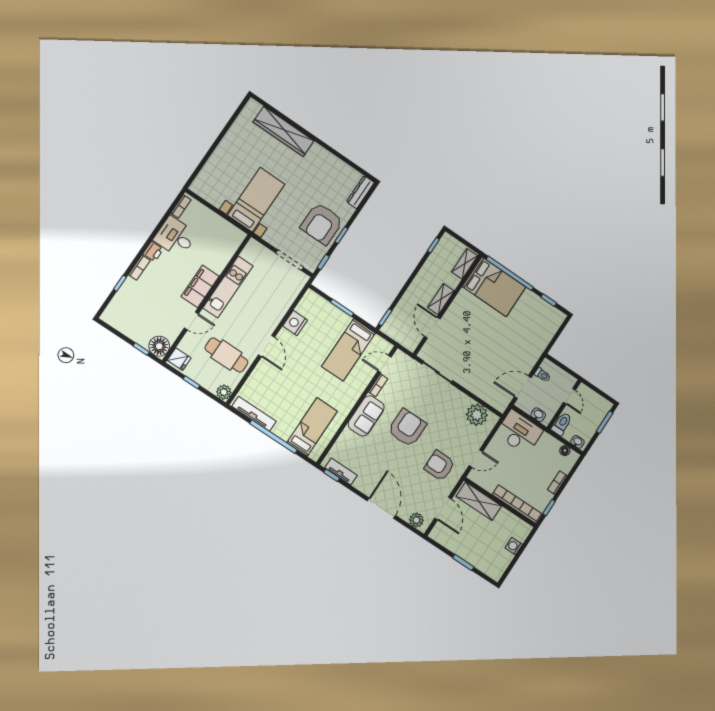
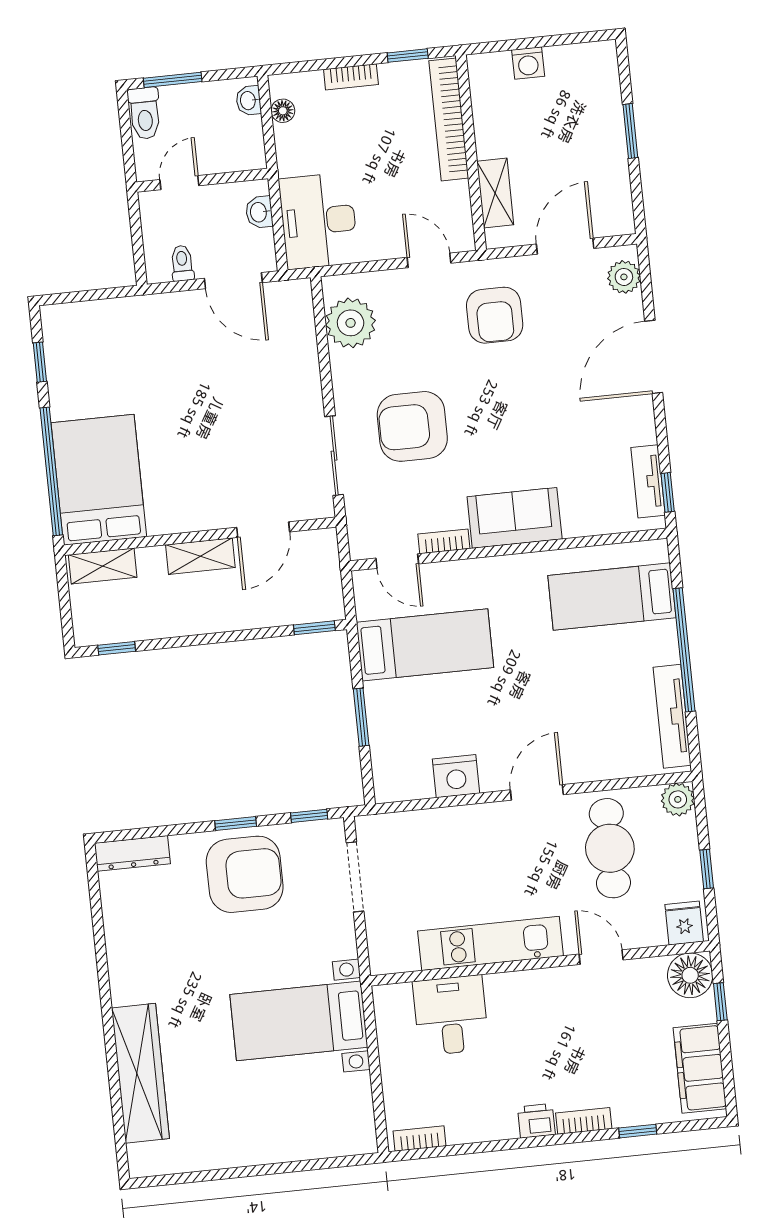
desk: (175, 237) -> (451, 1015), moved, turned 180
filing cabinet: (200, 286) -> (700, 1068), moved, turned 90
toilet: (562, 424) -> (145, 113), moved, turned -90
armchair: (407, 428) -> (412, 426), moved
shelving: (479, 501) -> (495, 193), width x0.67, depth x0.75

